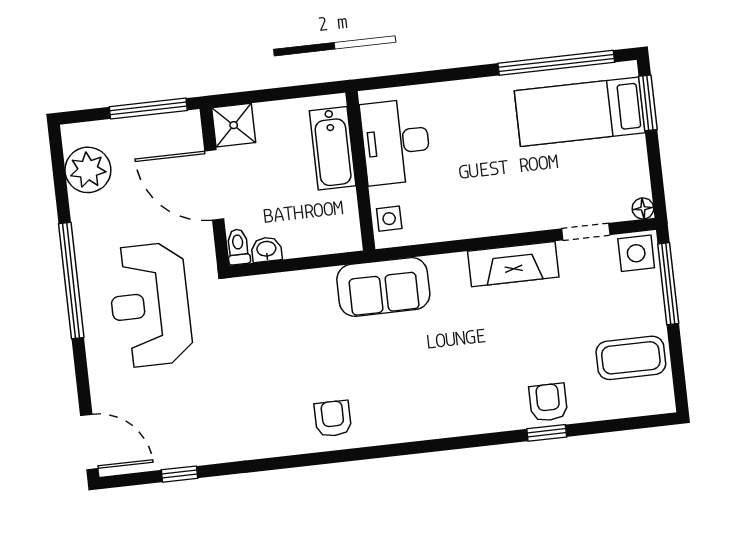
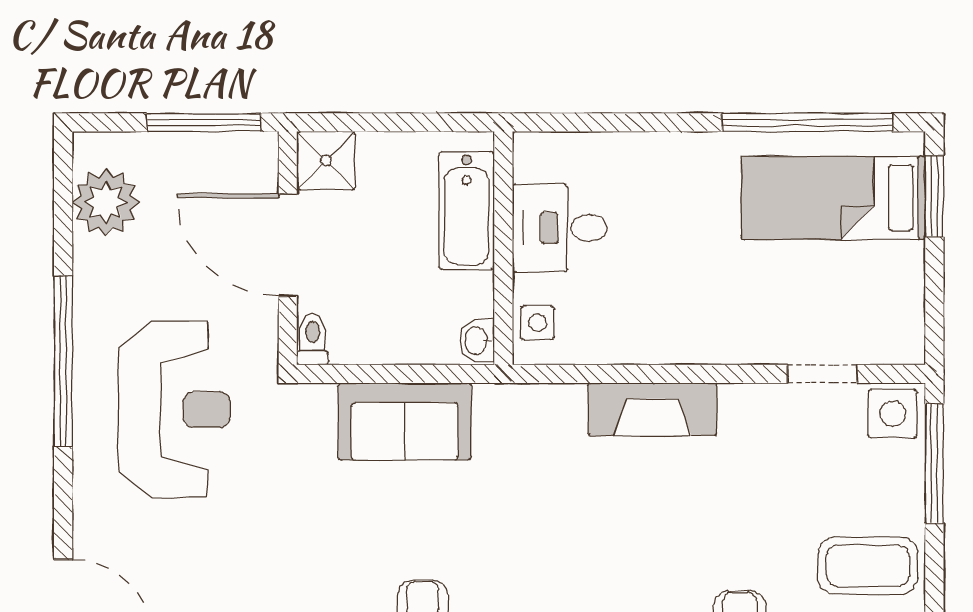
desk: (396, 142) -> (560, 228), width x0.73
floor lamp: (643, 208) -> (910, 349), removed
washbasin: (266, 249) -> (477, 341), moved, turned -90
fireplace: (513, 264) -> (653, 409), moved
sofa: (383, 287) -> (405, 421), moved
reception desk: (150, 305) -> (174, 410), turned 180

